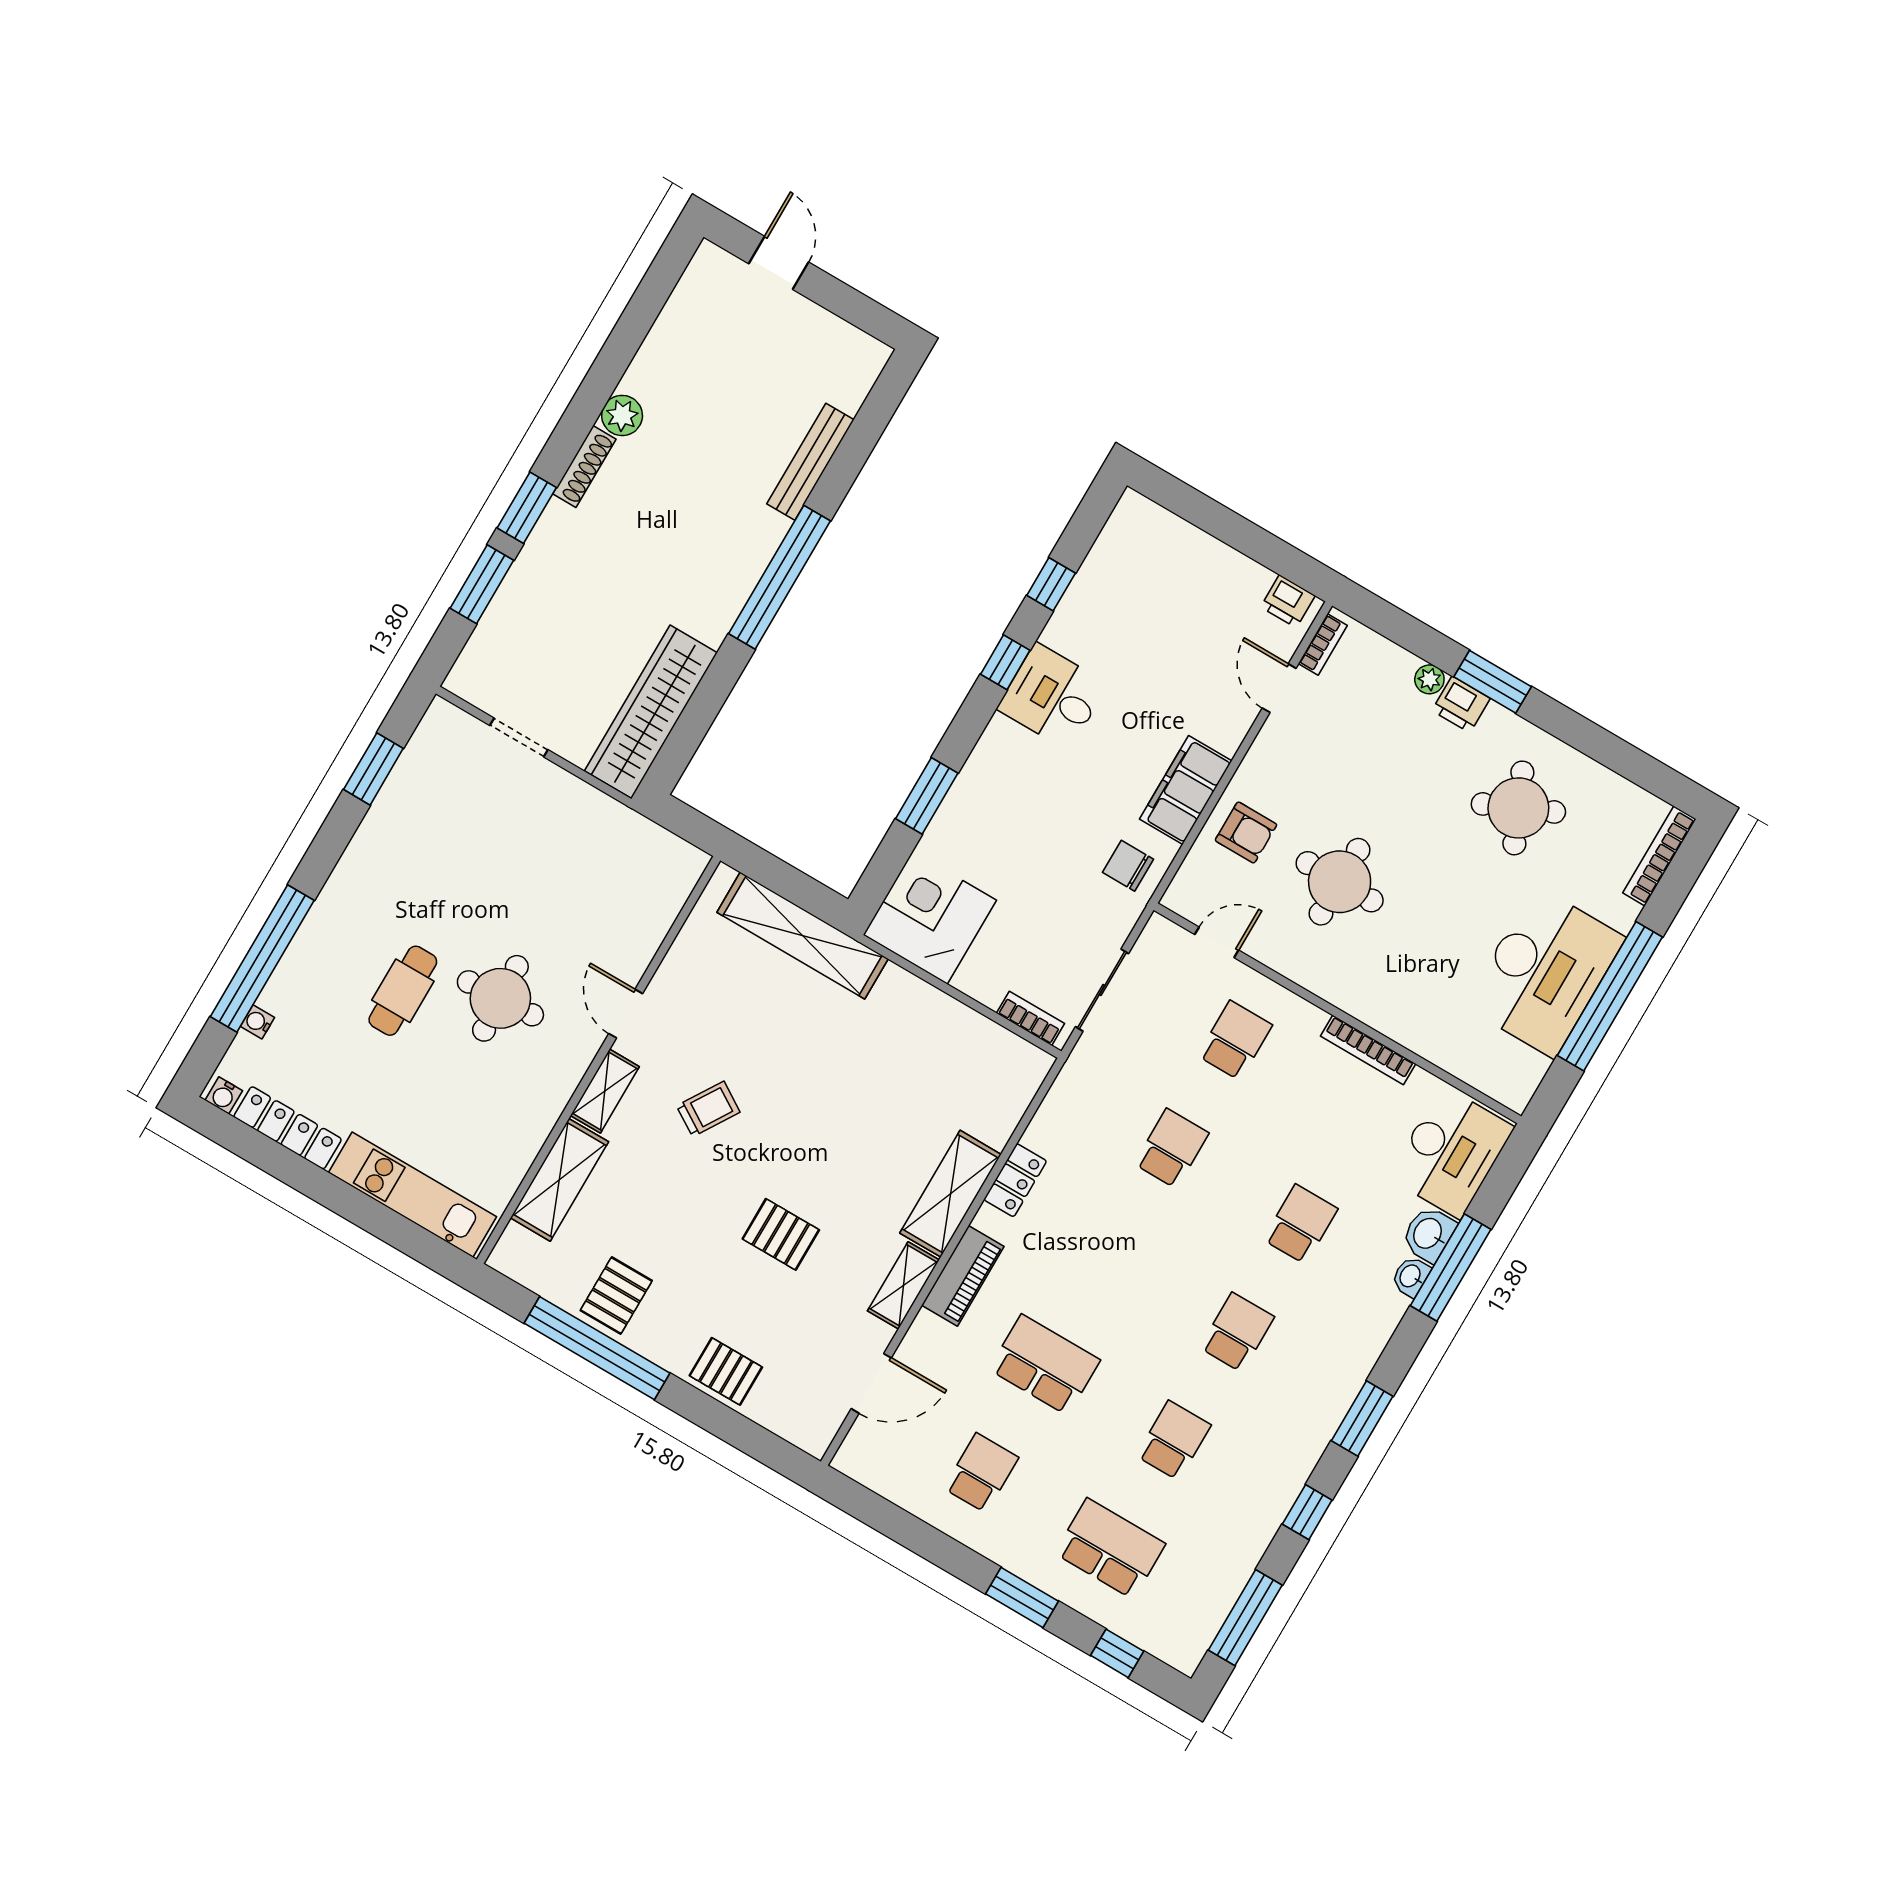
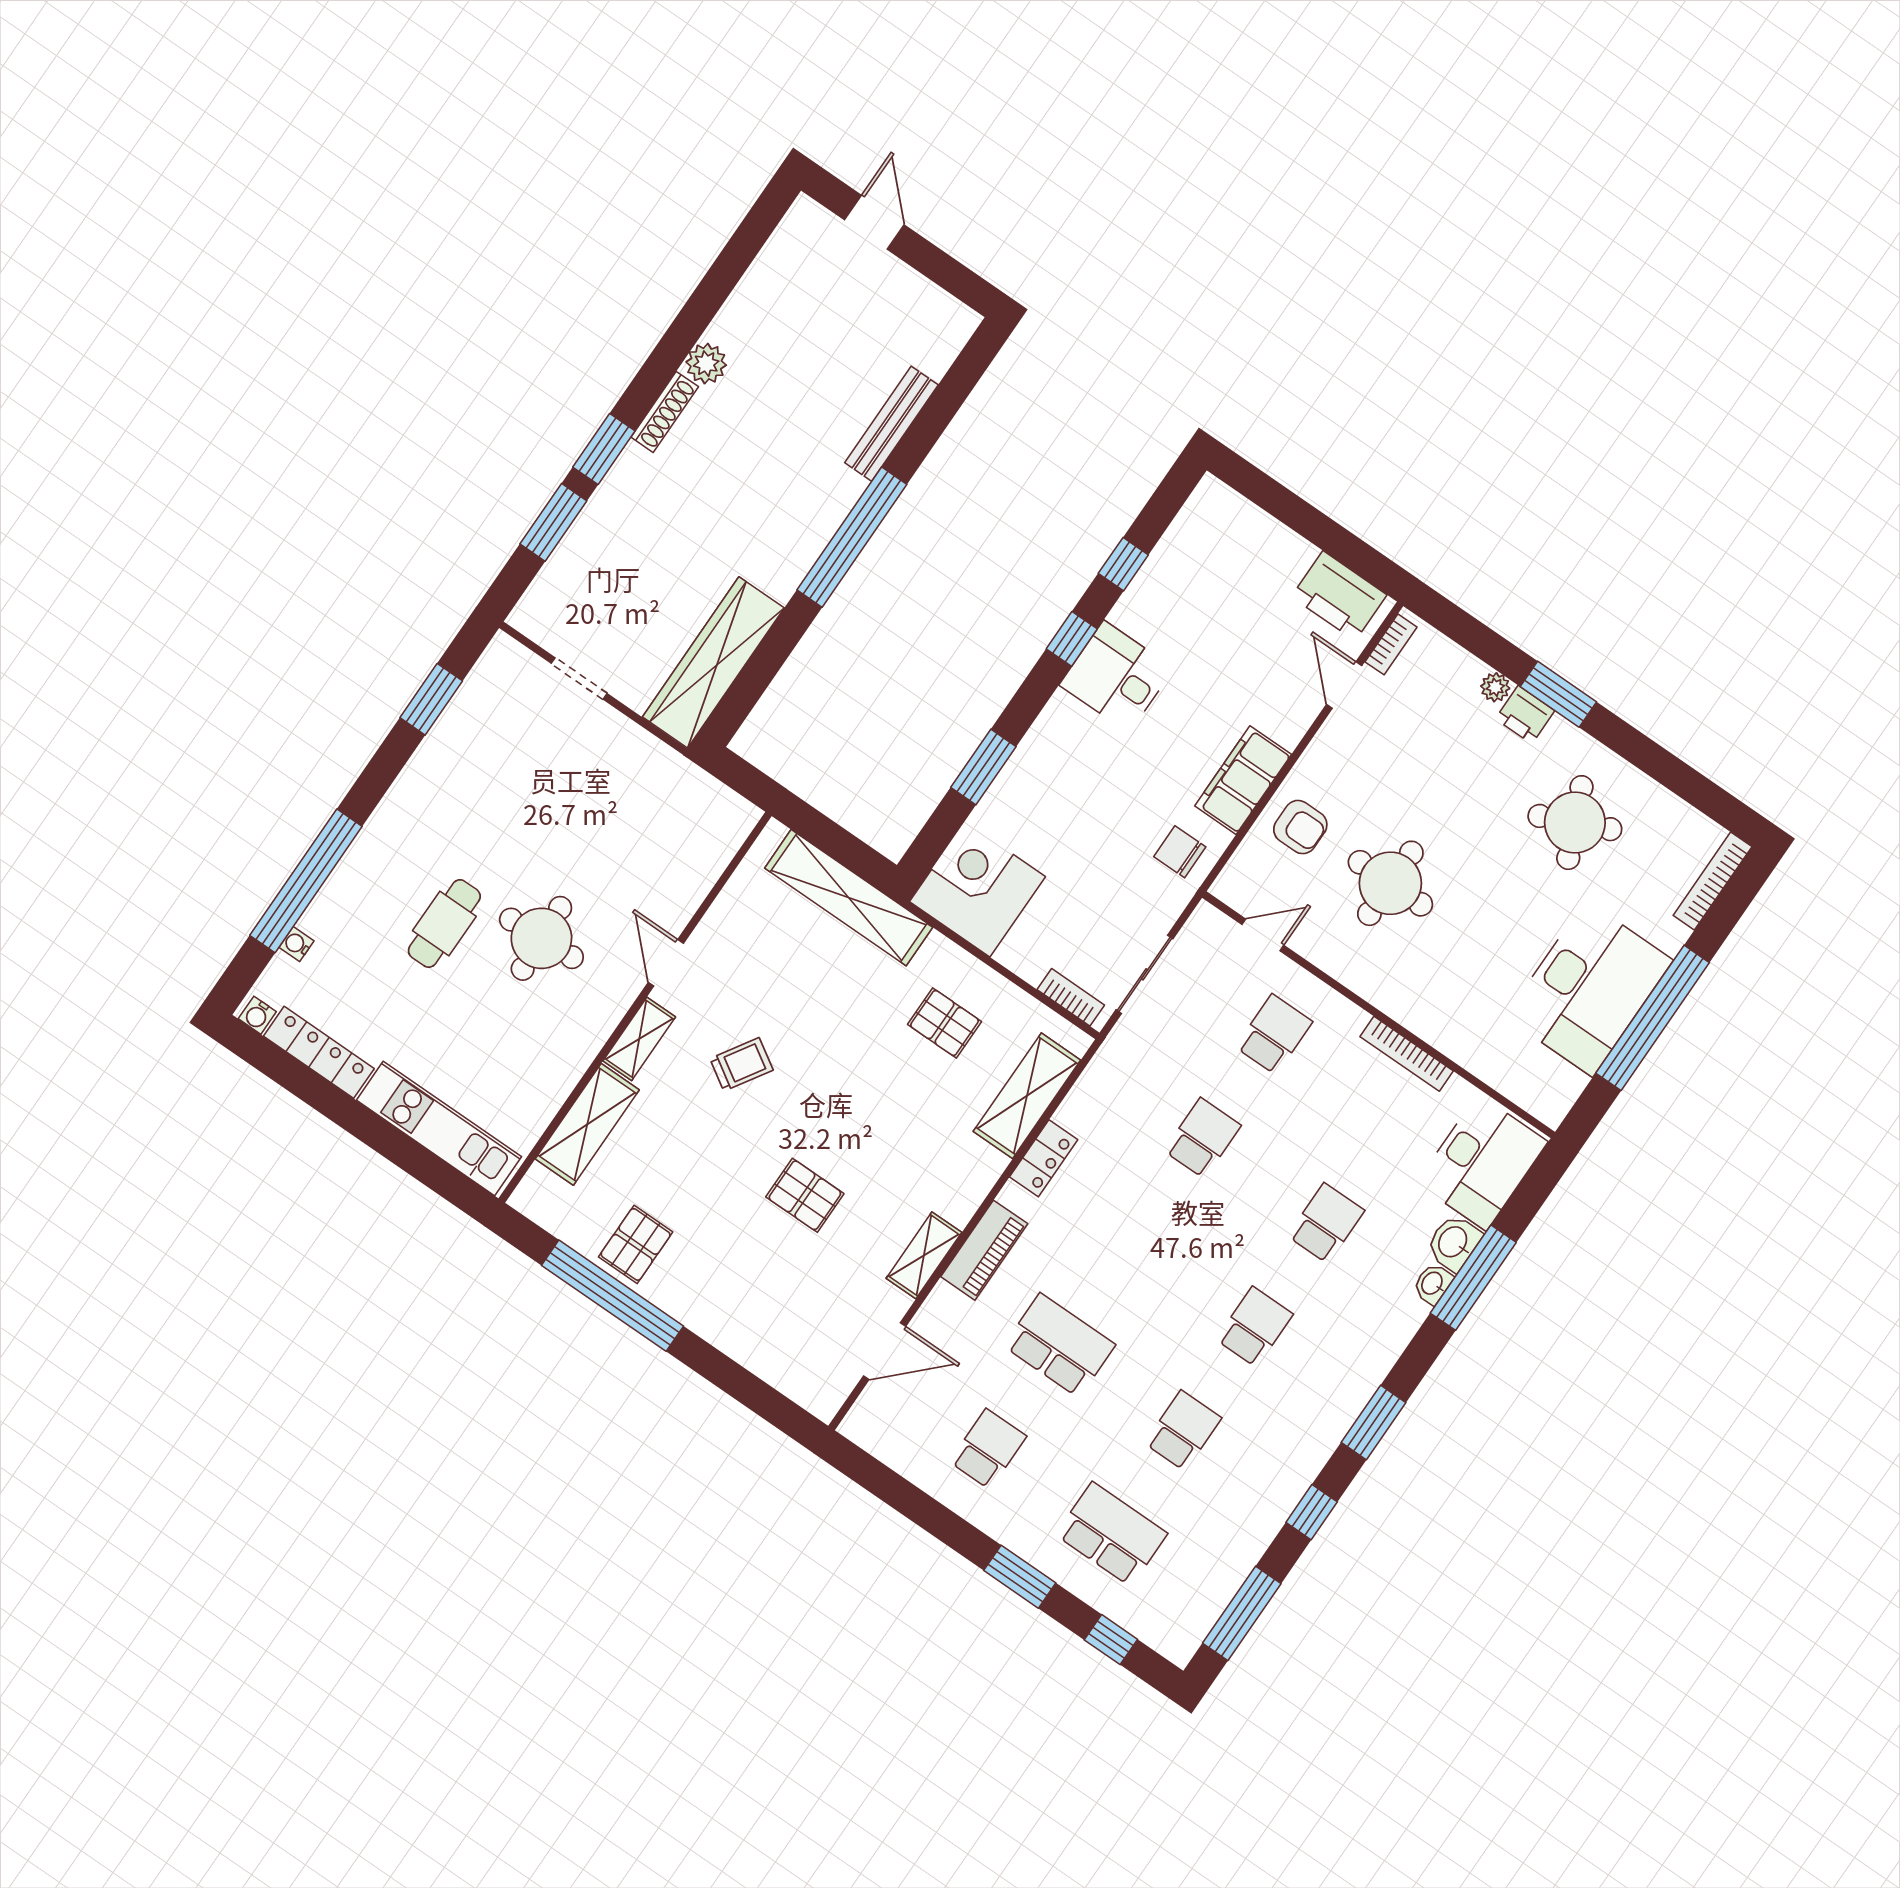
printer: (1288, 601) -> (1339, 596), width x1.87, depth x1.48
shelving: (950, 1194) -> (1027, 1096), moved
pallet: (726, 1371) -> (945, 1023), moved

